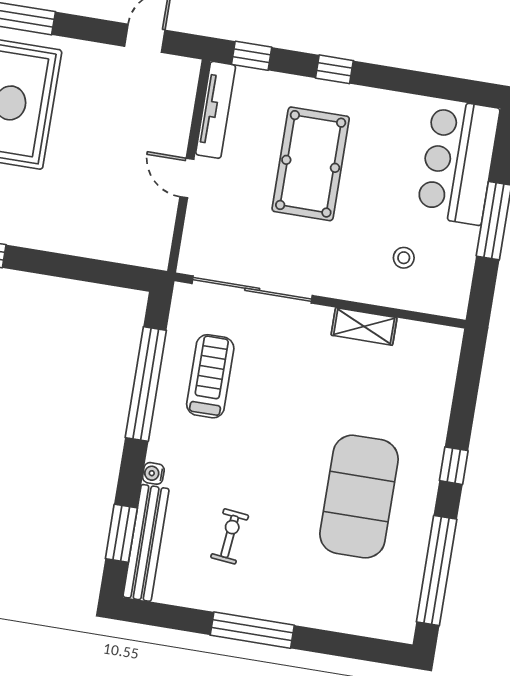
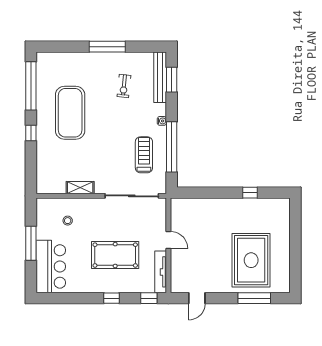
pool table: (311, 164) -> (115, 255), turned 90
treadmill: (210, 376) -> (144, 155), turned 180
water cooler: (153, 473) -> (162, 121), moved

